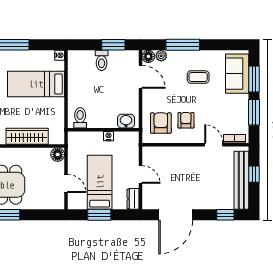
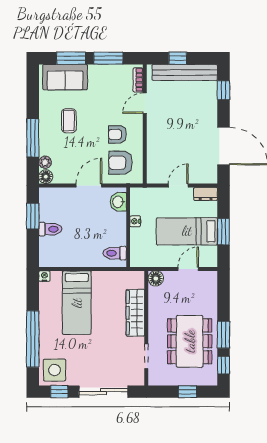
door: (141, 77) -> (89, 185), moved

